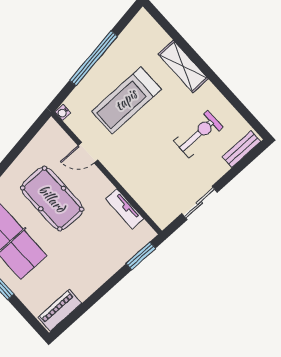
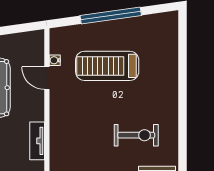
shelving: (183, 66) -> (169, 78), removed
water cooler: (63, 112) -> (55, 60), moved

